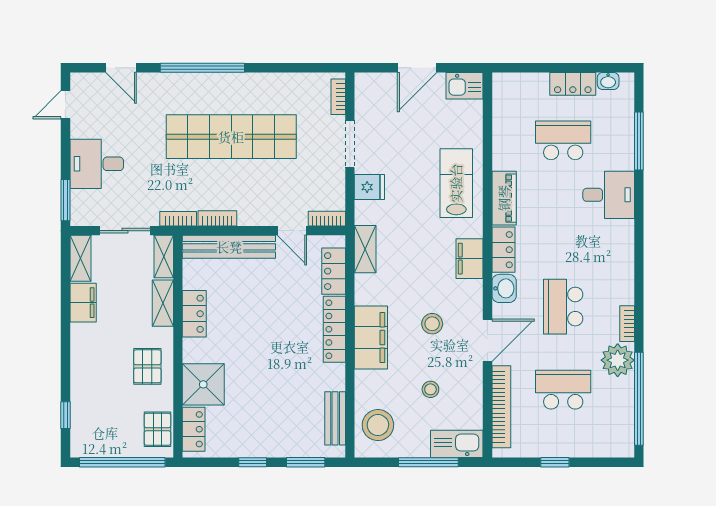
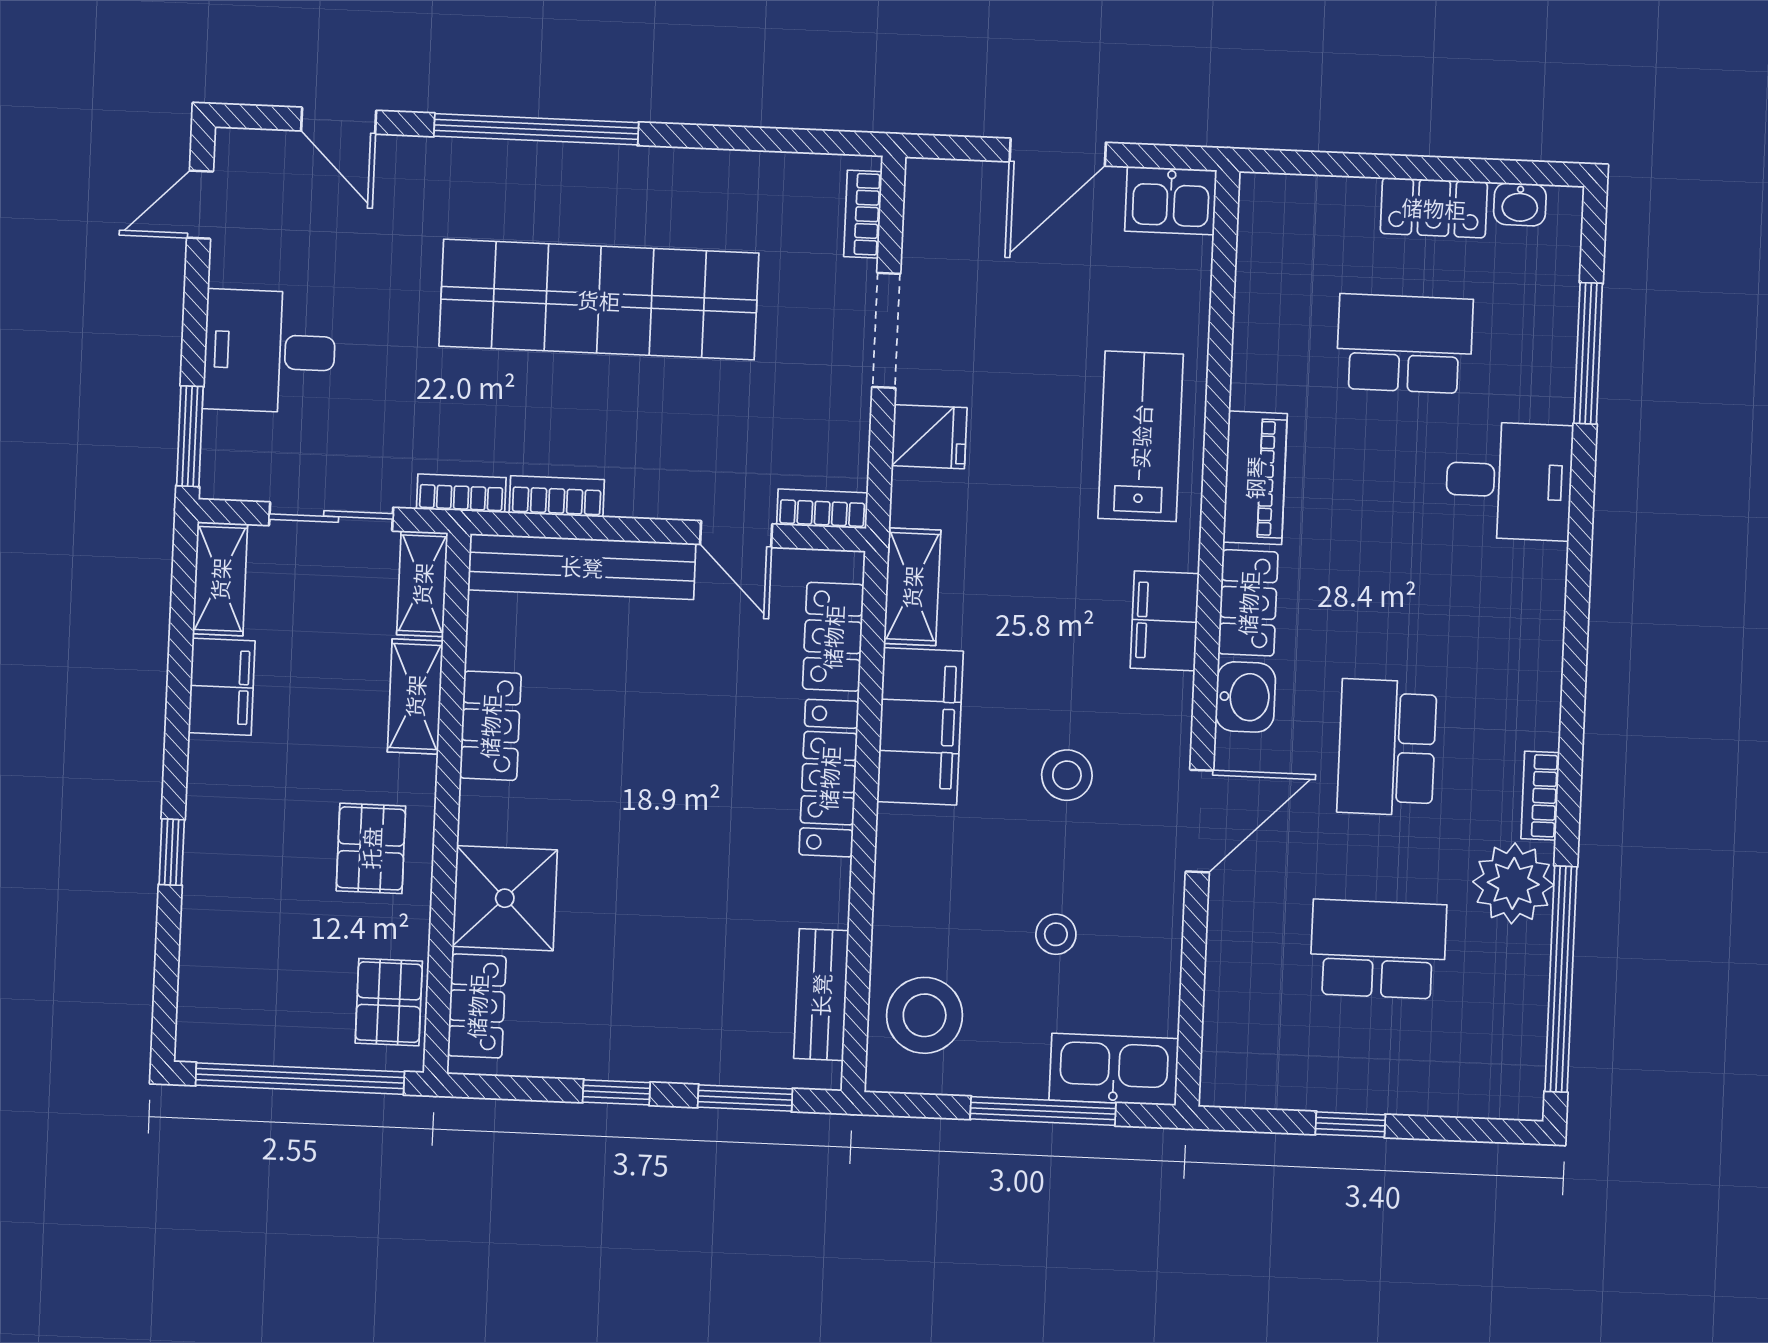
filing cabinet: (371, 338) -> (920, 726), moved
bookcase: (501, 407) -> (1226, 984), removed
window: (65, 415) -> (172, 852), moved

